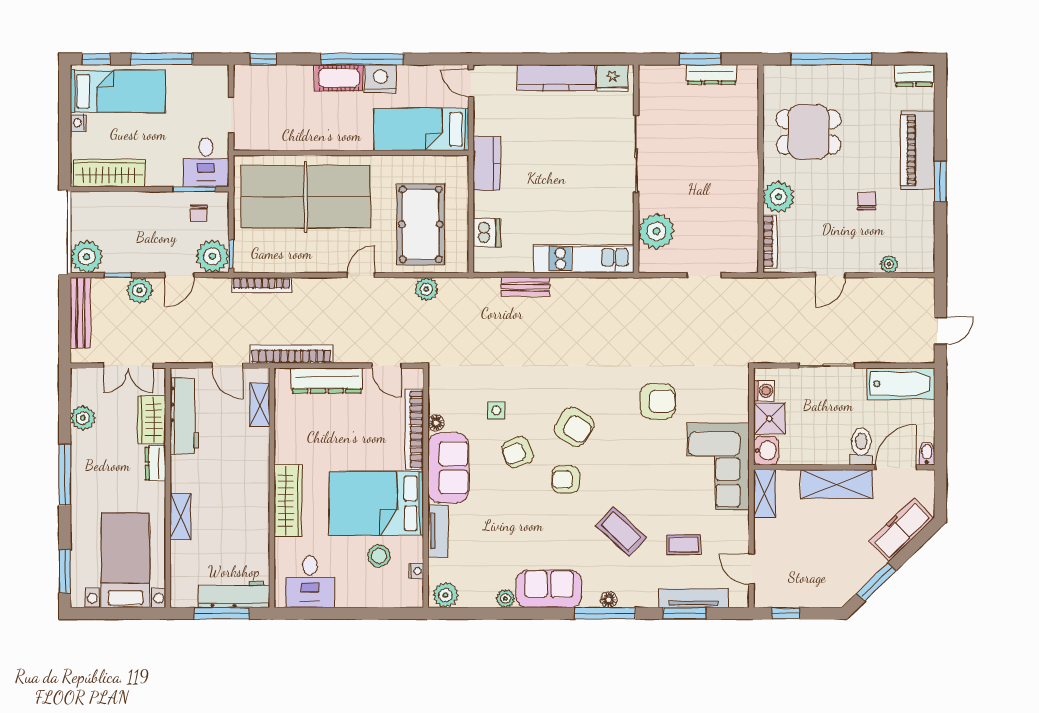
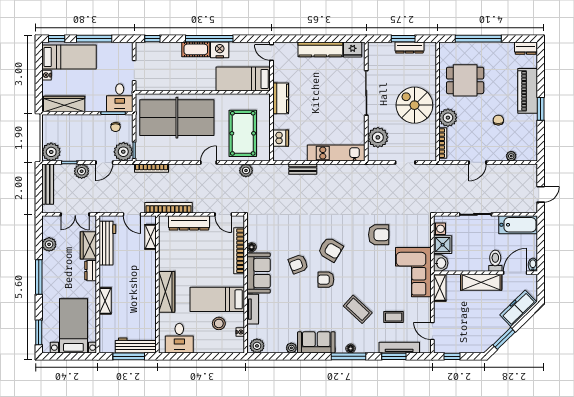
spiral stairs: (720, 175) -> (414, 105), added
side table: (496, 410) -> (286, 240), removed
bed: (376, 503) -> (217, 299), width x0.67

